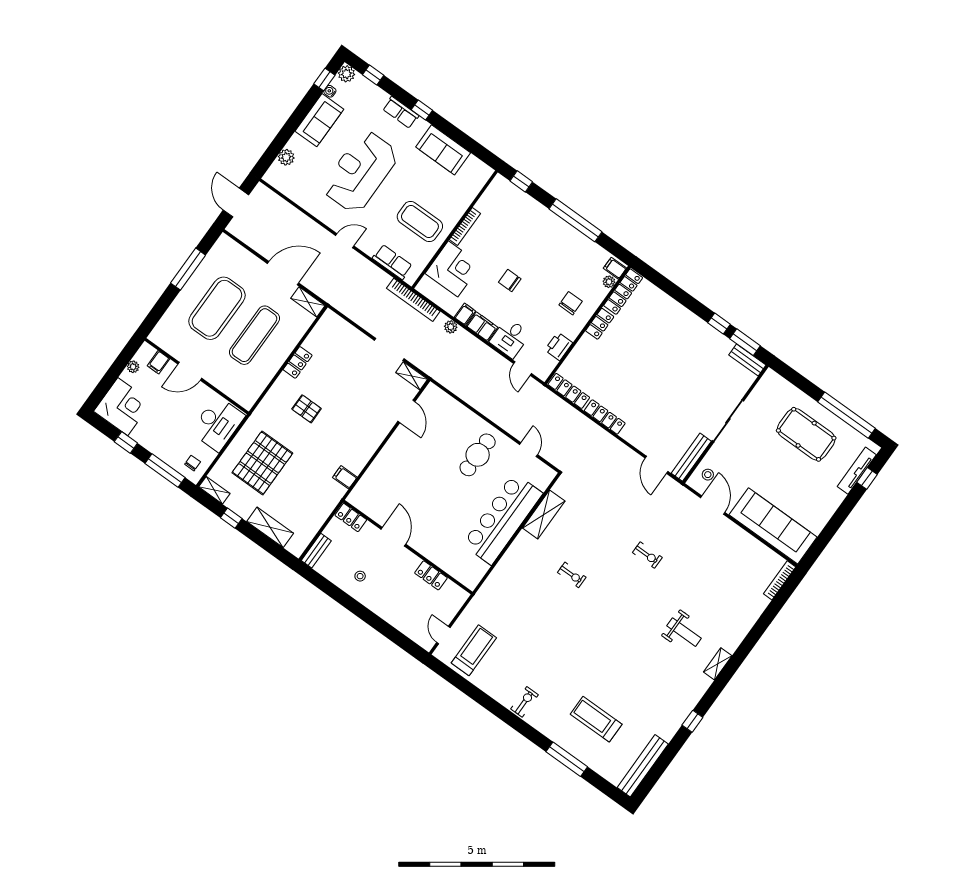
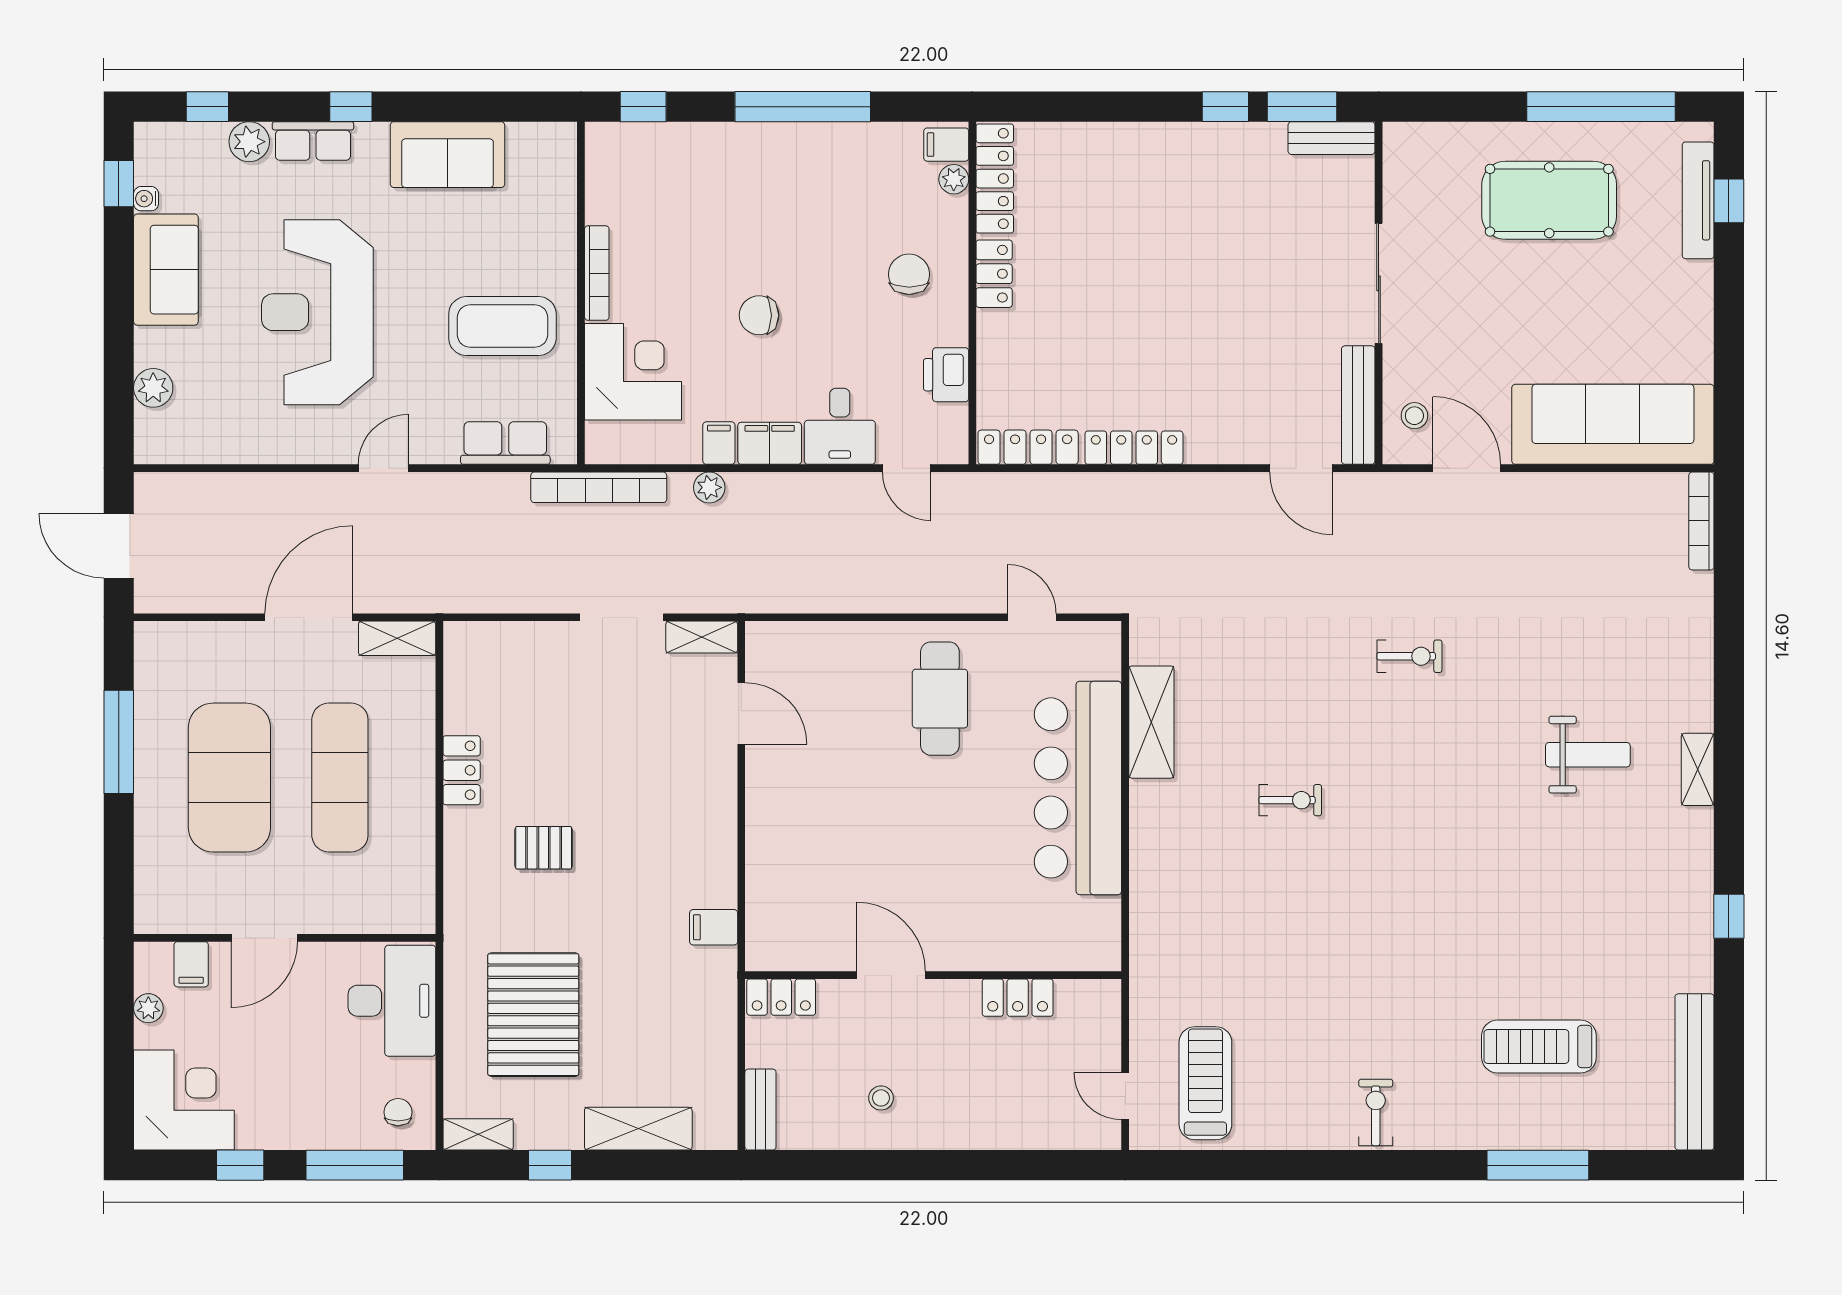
plant: (346, 74) -> (249, 142), moved

